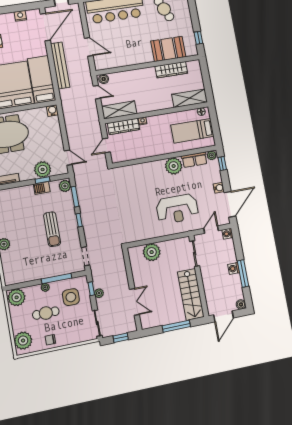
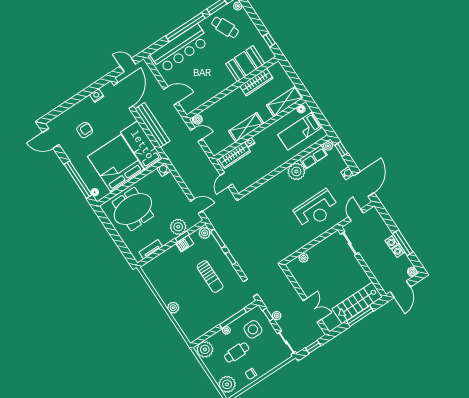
shelving: (119, 110) -> (246, 127), moved
washing machine: (227, 234) -> (398, 251), moved
plant: (152, 252) -> (303, 258), width x0.53, depth x0.53
stairs: (191, 294) -> (357, 303), moved, turned 90

